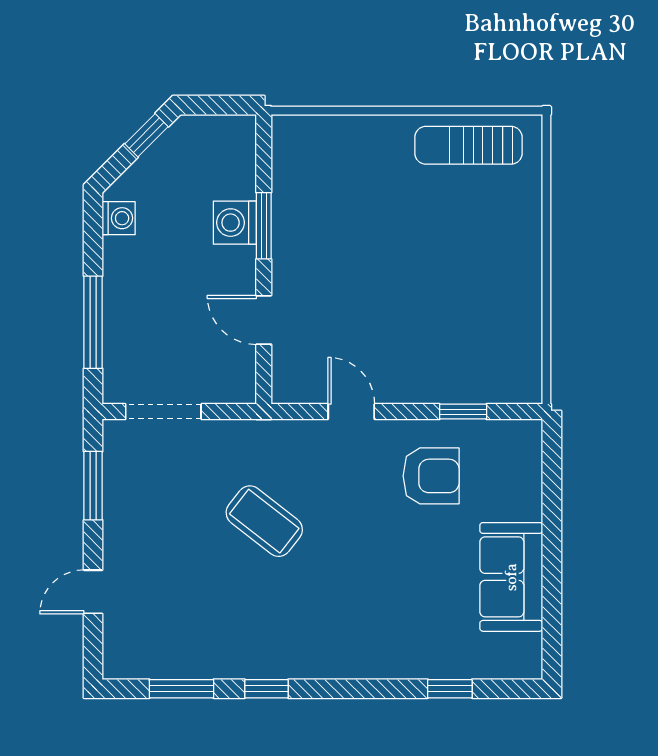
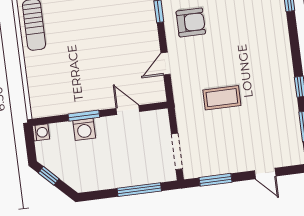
washing machine: (119, 218) -> (41, 132), moved, turned 90
door: (264, 320) -> (128, 110), swing flipped
armchair: (431, 476) -> (191, 22), turned 90
coffee table: (264, 521) -> (222, 98), turned 52

